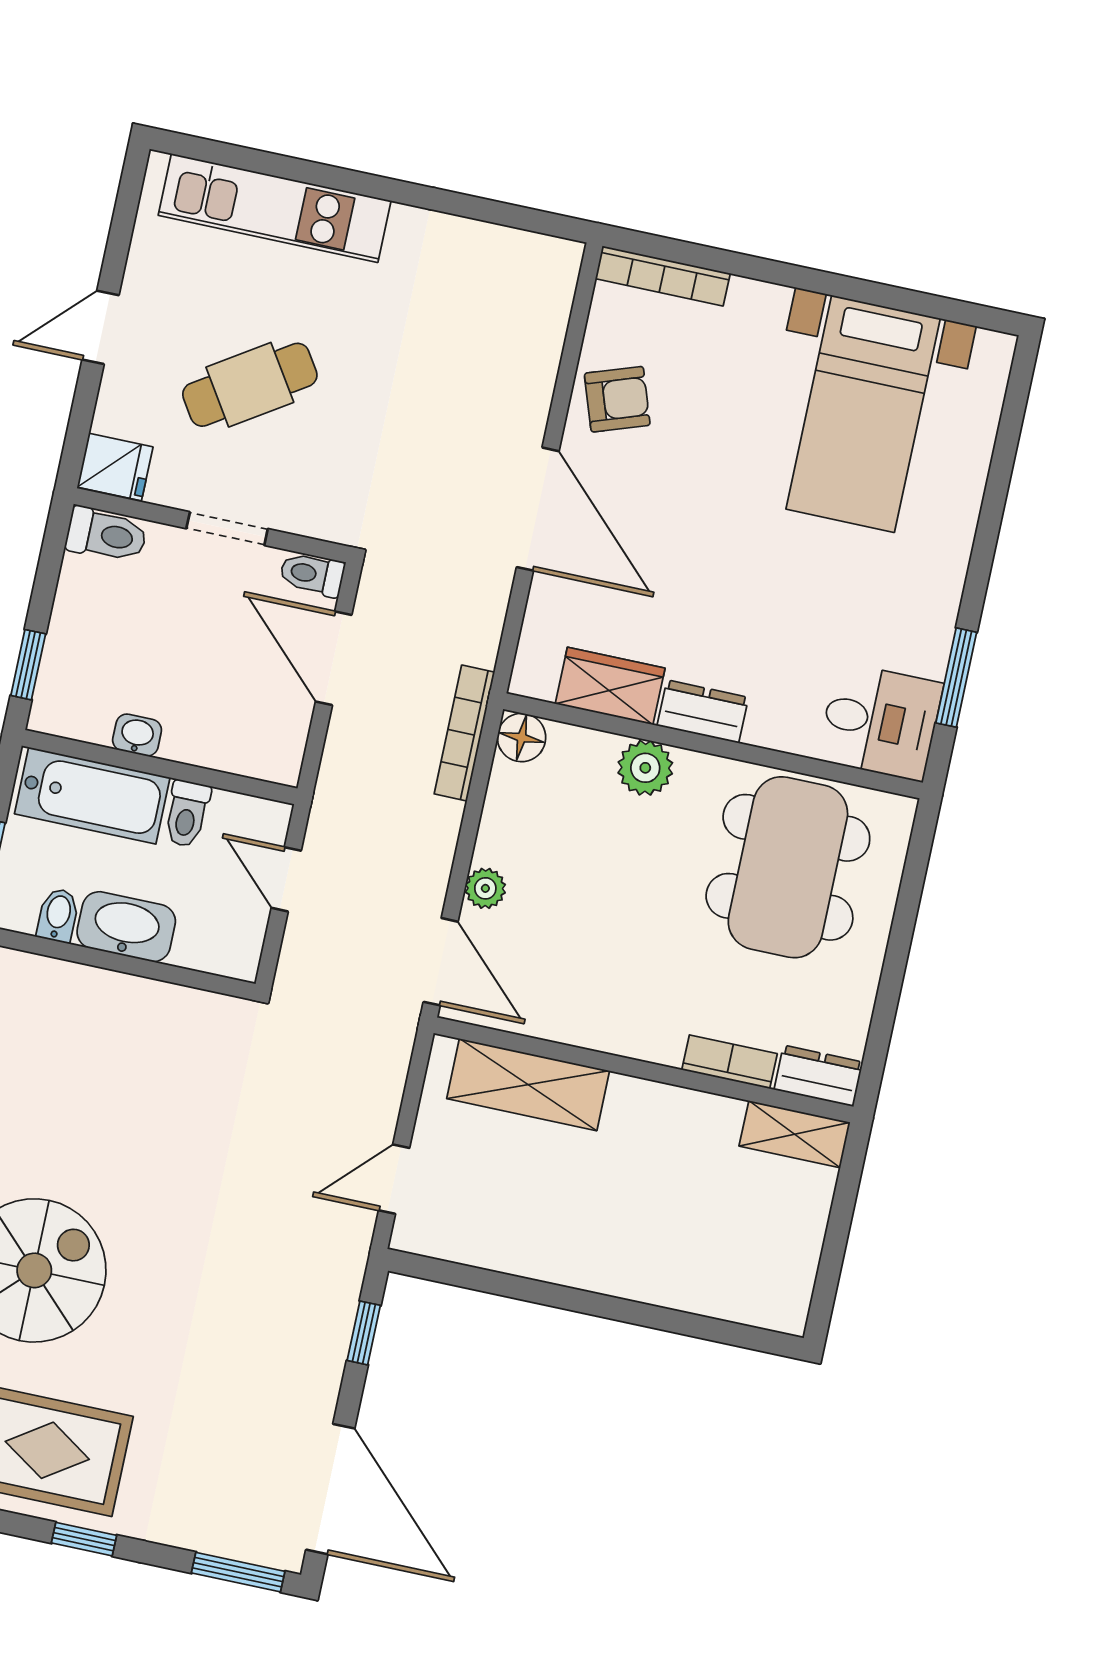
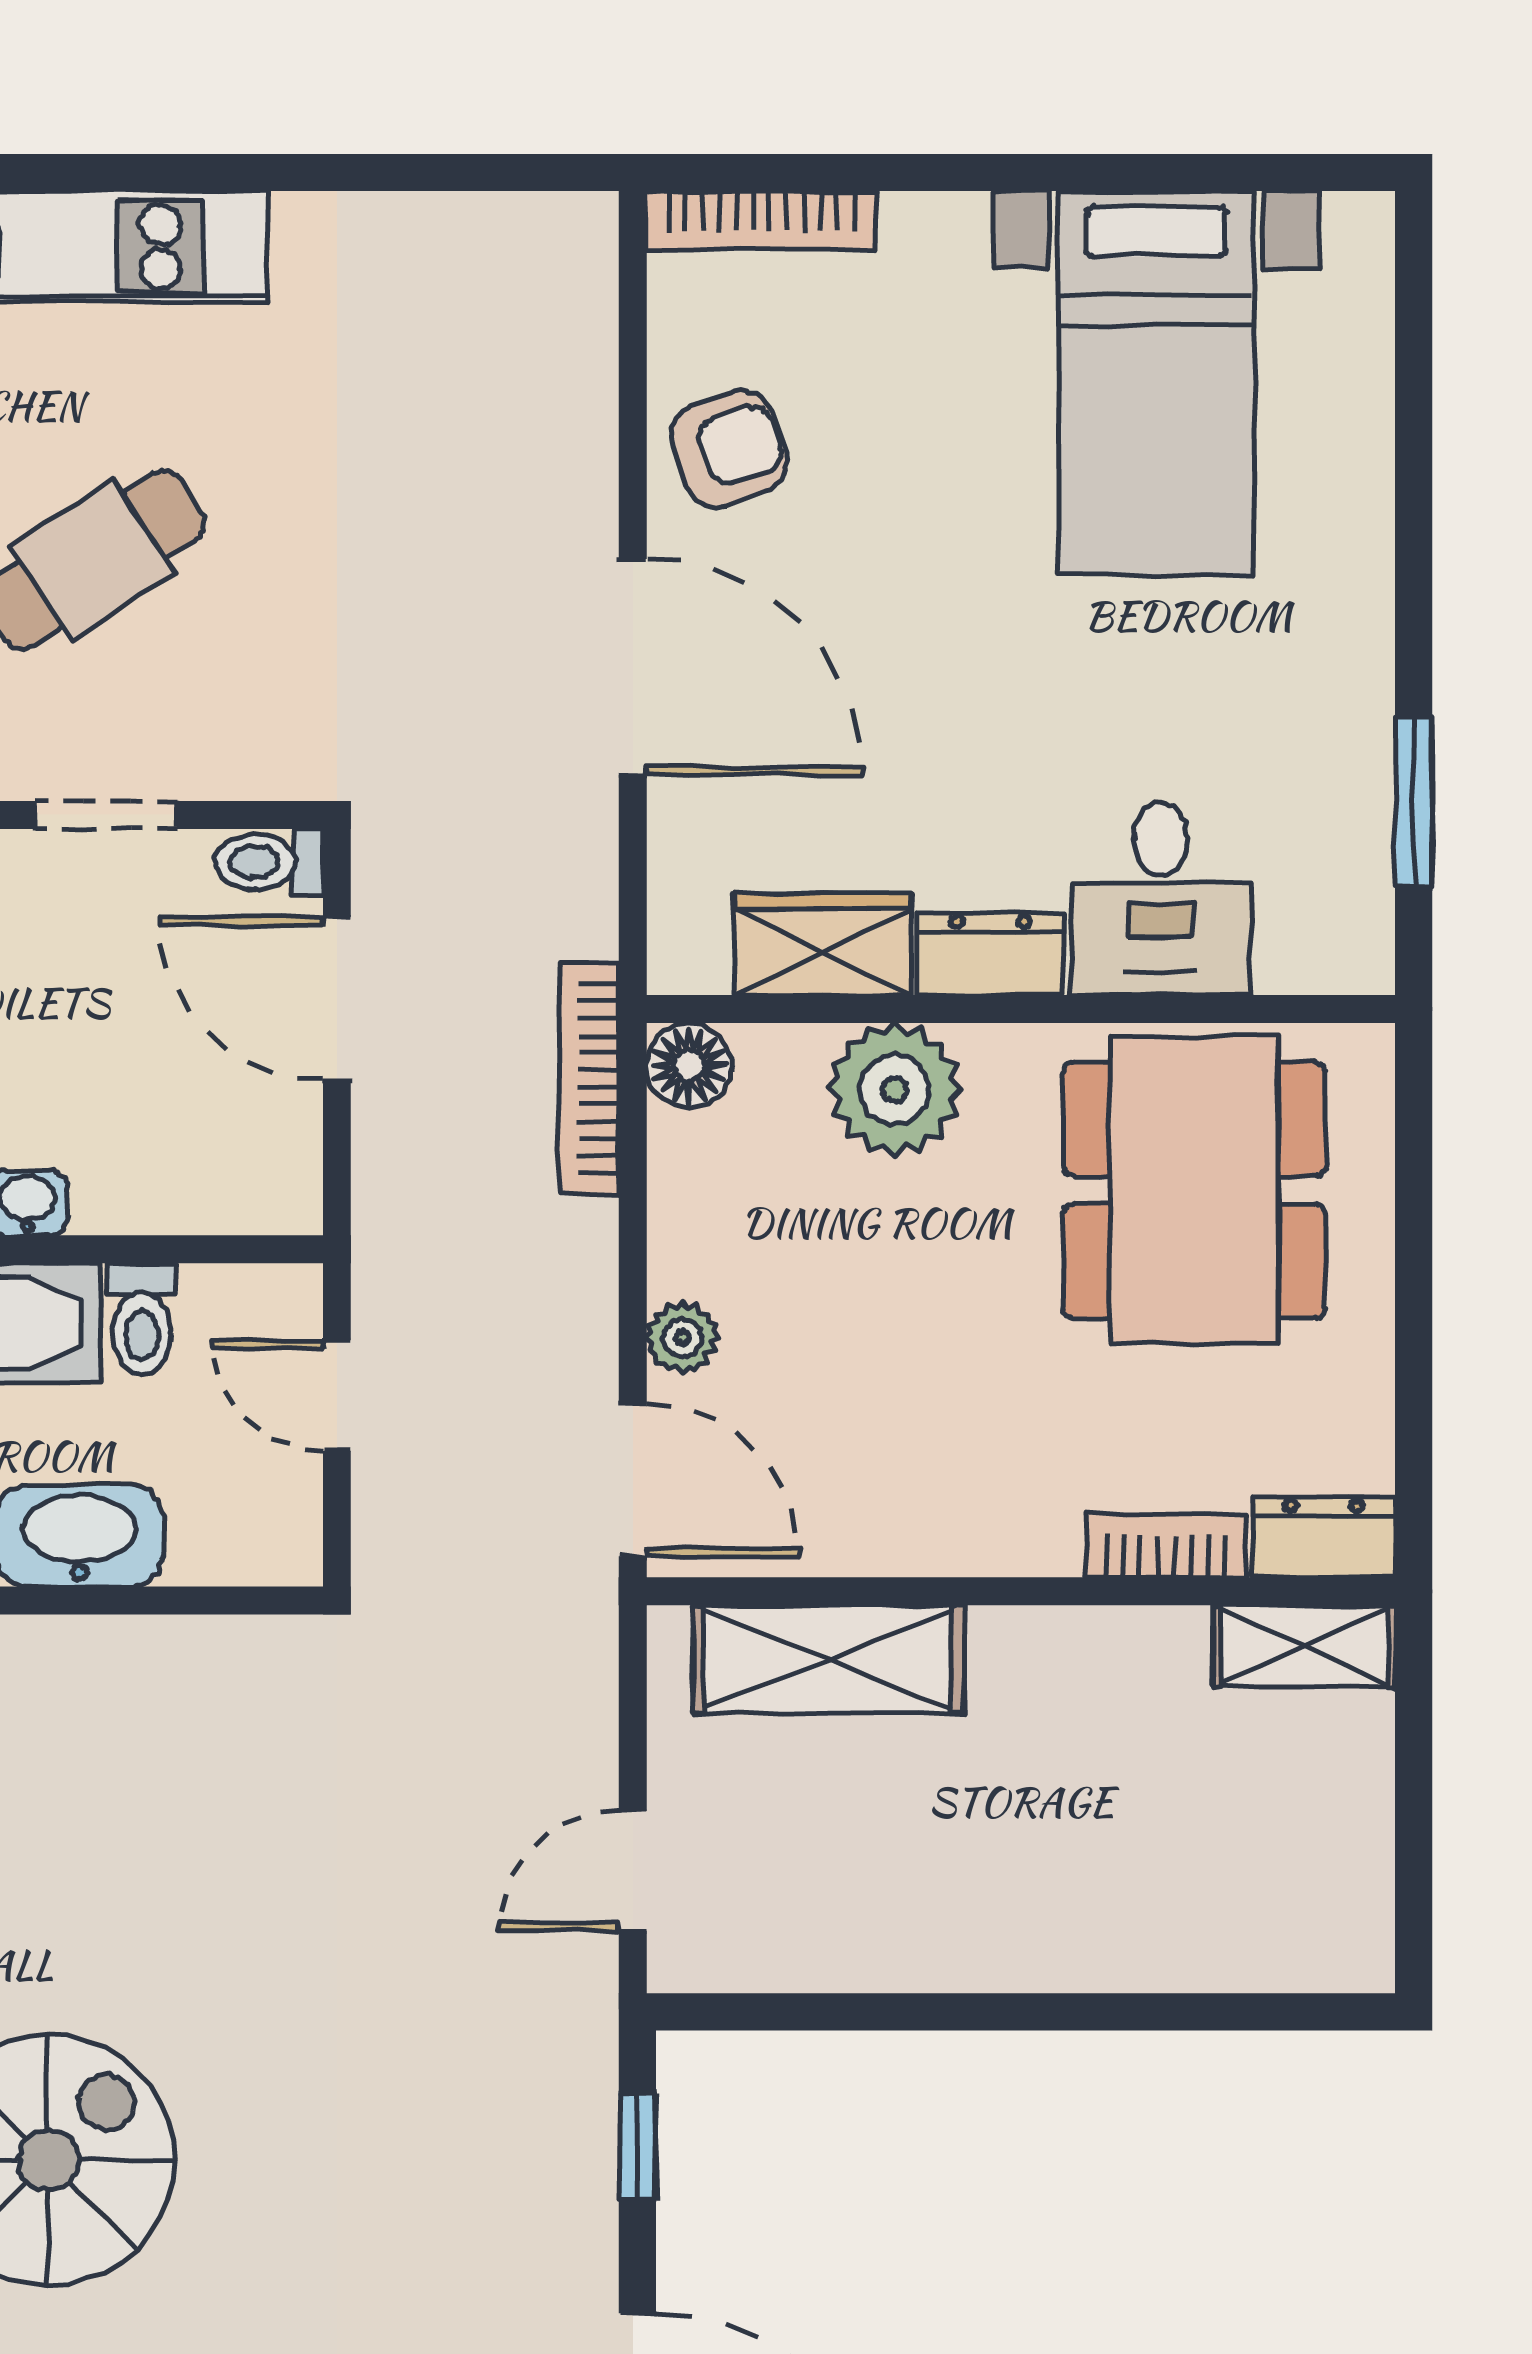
desk: (880, 722) -> (1161, 899), moved, turned 90
plant: (645, 768) -> (895, 1090), width x1.36, depth x1.36

